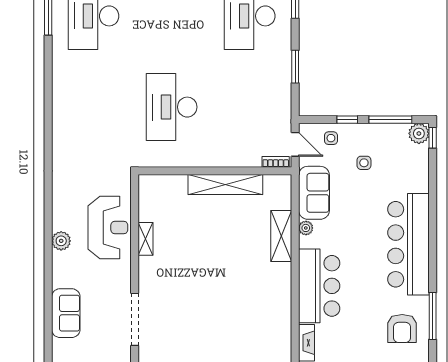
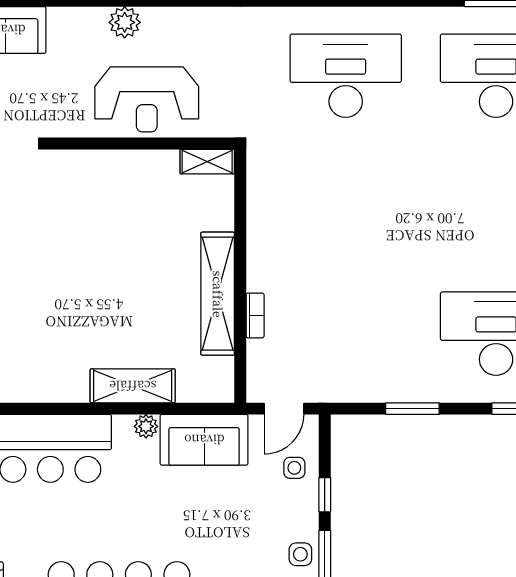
desk: (172, 107) -> (346, 76), moved
bookcase: (276, 162) -> (255, 315), moved
side table: (364, 163) -> (300, 554), moved
shelving: (145, 239) -> (207, 162), moved

